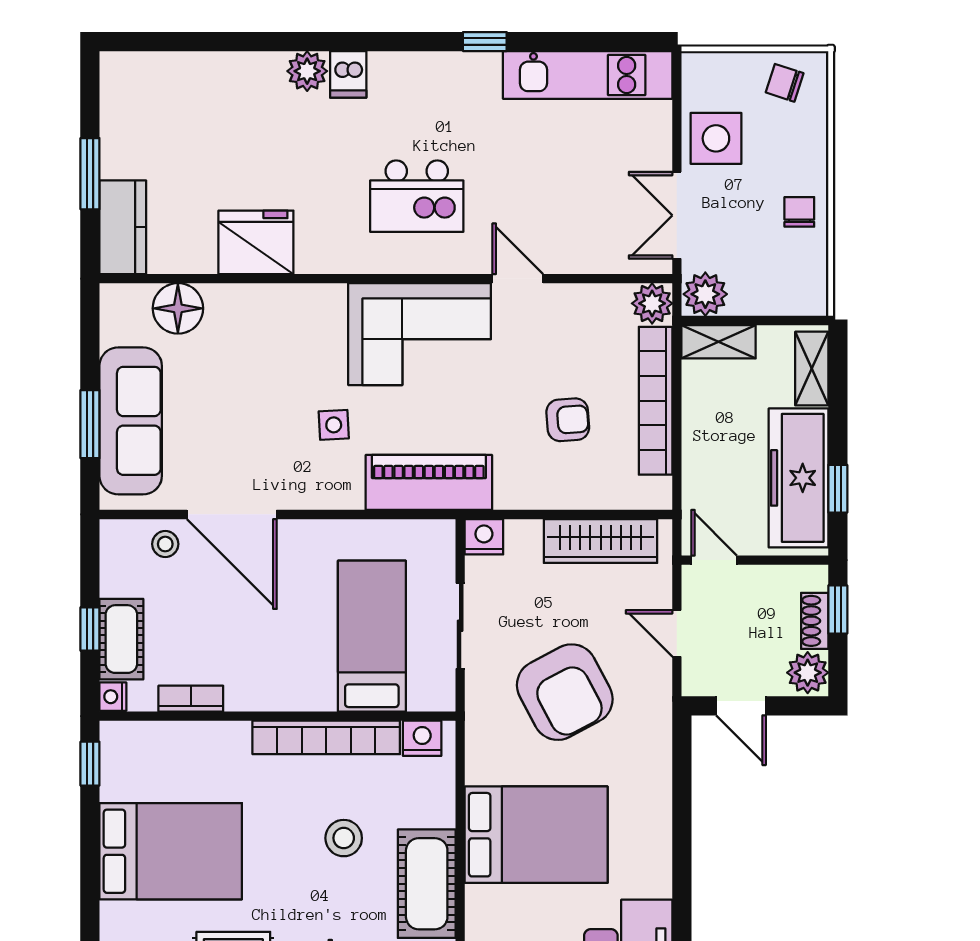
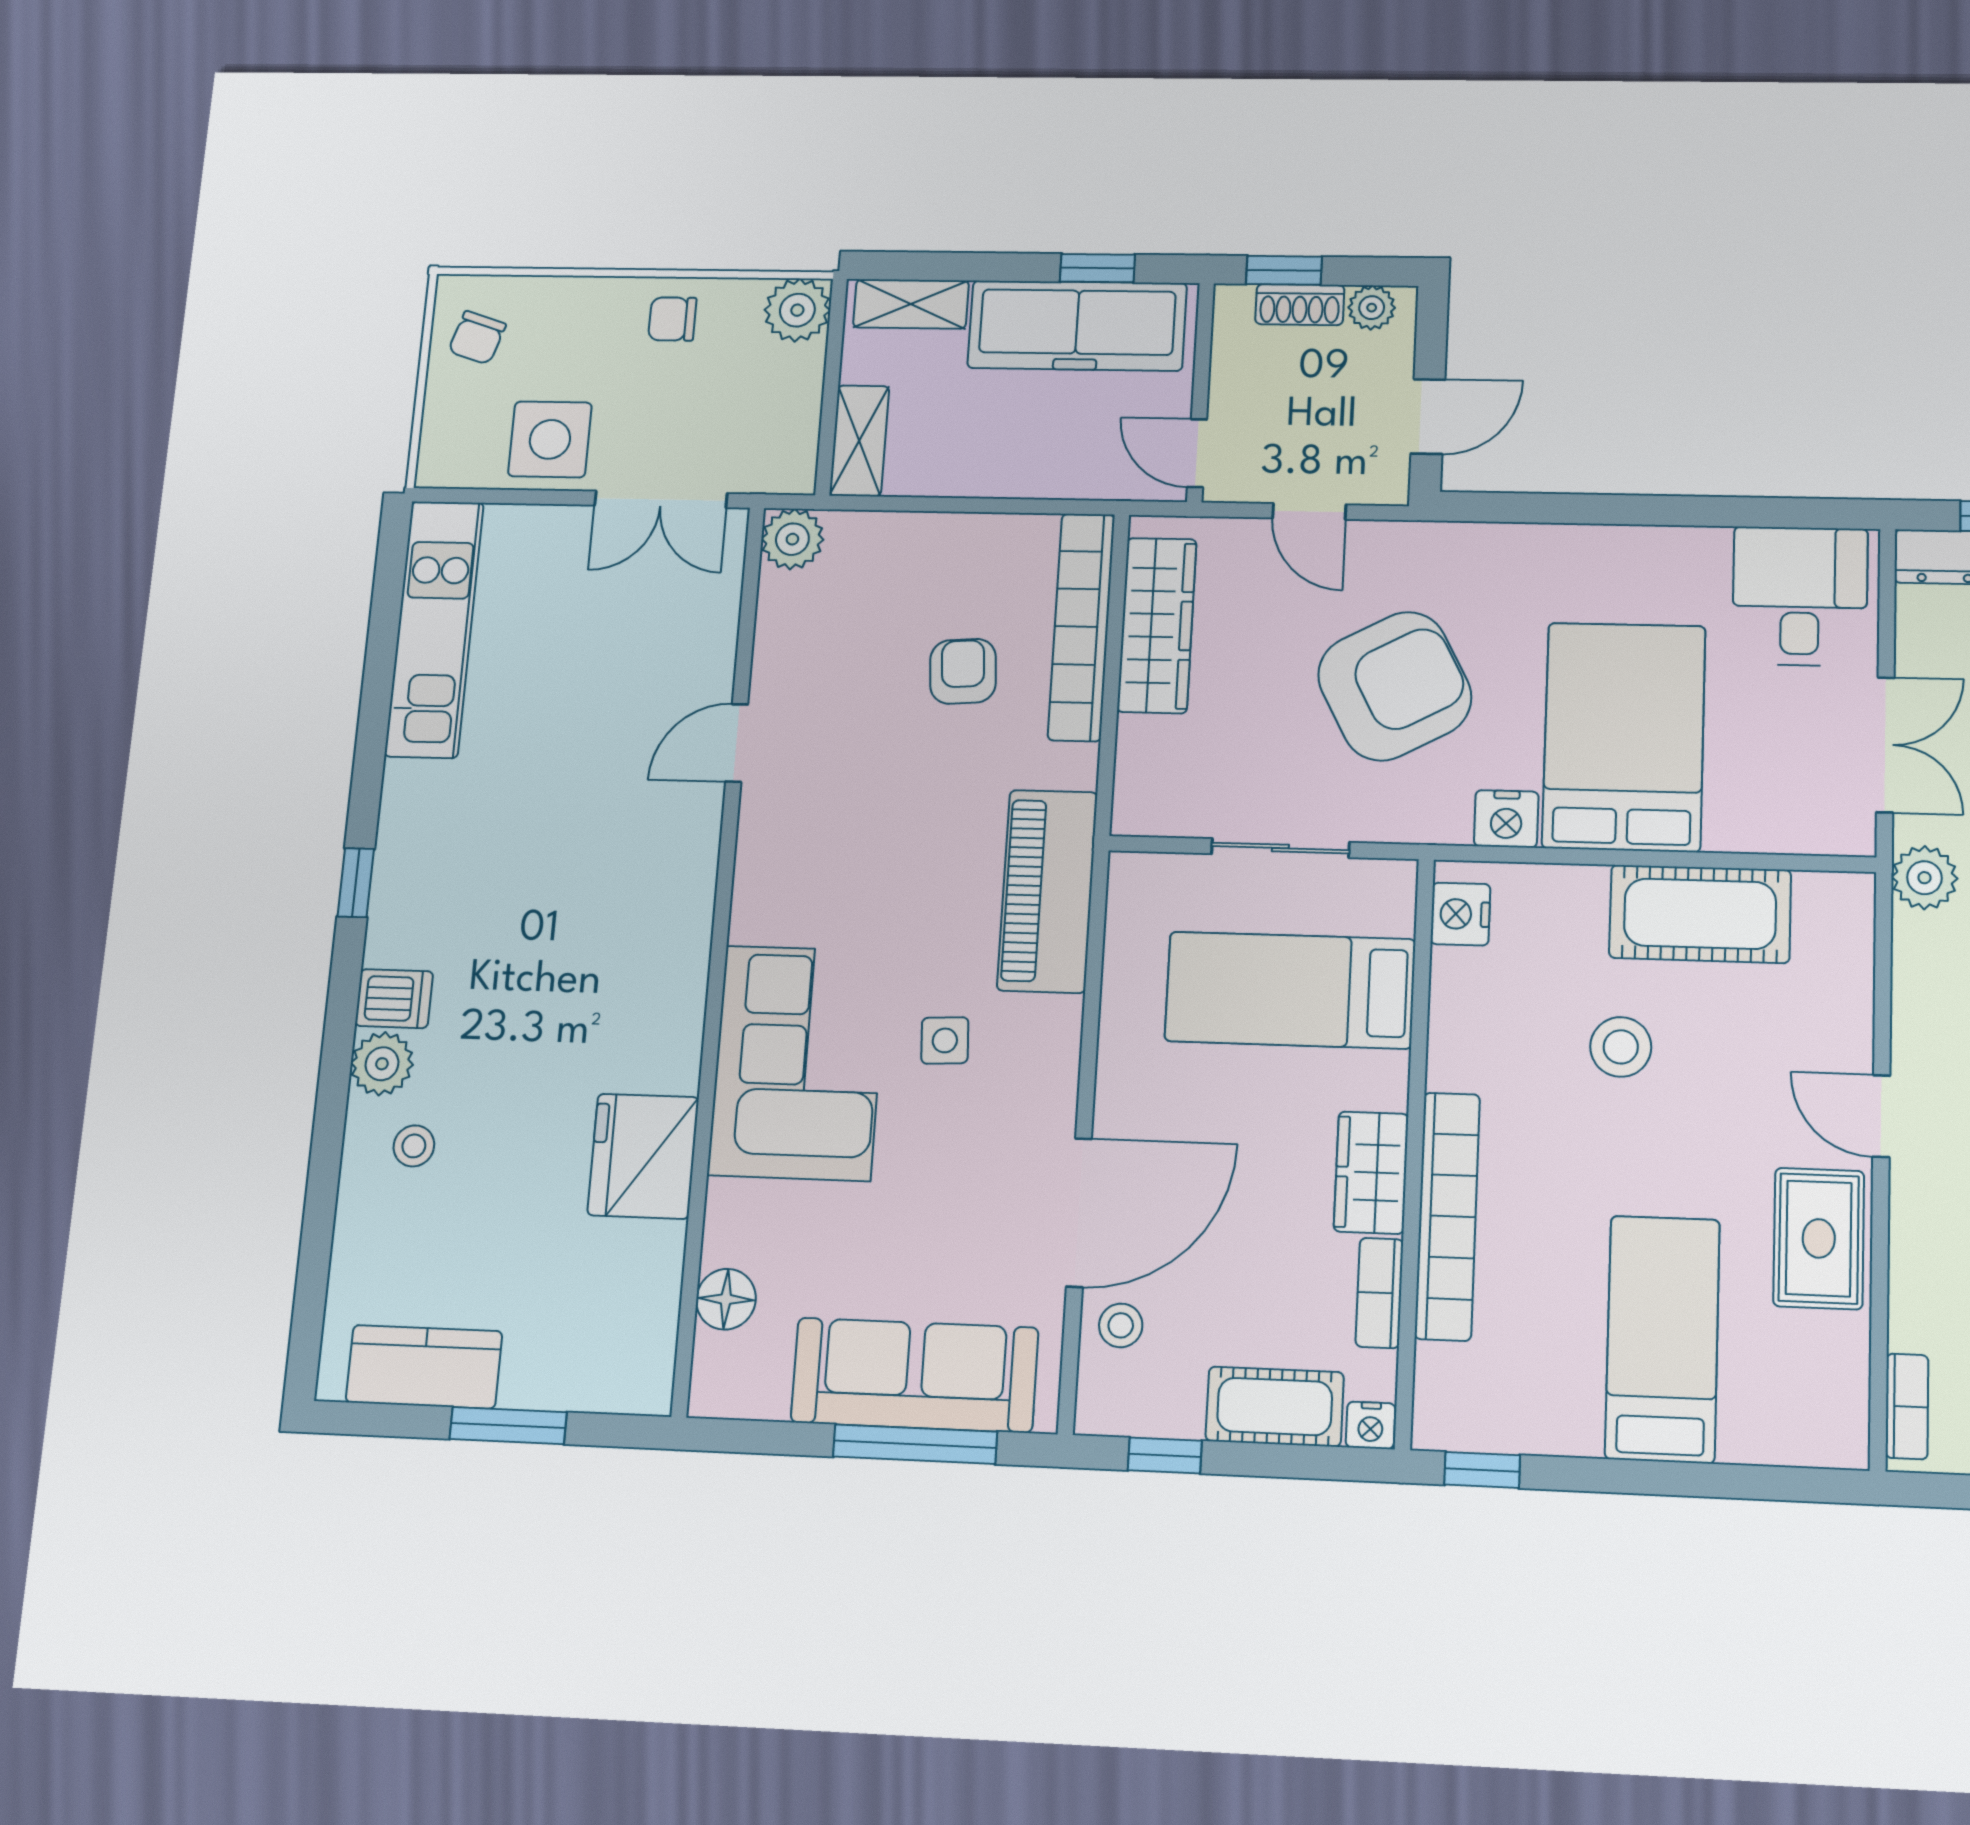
window: (485, 42) -> (356, 883), moved
stool: (257, 97) -> (414, 1146), added
kitchen island: (417, 196) -> (594, 897), removed
kitchen counter: (123, 227) -> (424, 1367), moved
plant: (705, 294) -> (797, 310), moved
floor lamp: (178, 308) -> (726, 1299), width x0.73, depth x0.73
corner sofa: (420, 334) -> (798, 1063), moved
bookcase: (656, 401) -> (1081, 627), moved, turned 90
window: (90, 424) -> (915, 1444), width x1.44
nightstand: (484, 537) -> (1506, 819), moved, turned -90
door: (714, 560) -> (1197, 453), hinge flipped
window: (90, 629) -> (1165, 1455), moved
door: (677, 633) -> (1309, 511), hinge flipped
plant: (808, 673) -> (1372, 308), width x0.73, depth x0.73
wardrobe: (262, 691) -> (1371, 1173), added
bookcase: (326, 737) -> (1447, 1216), moved
bed: (171, 851) -> (1662, 1339), width x0.67

